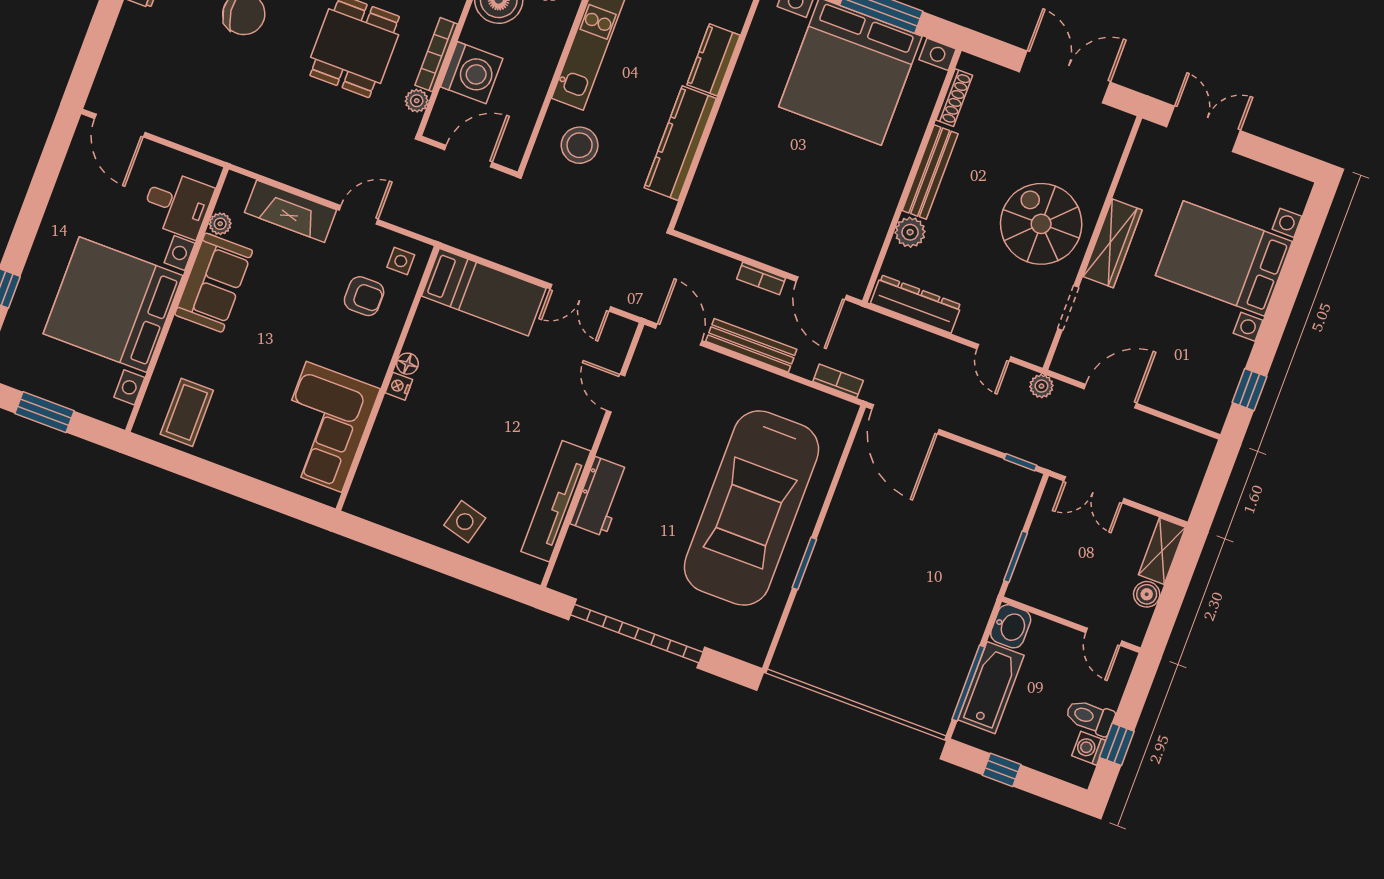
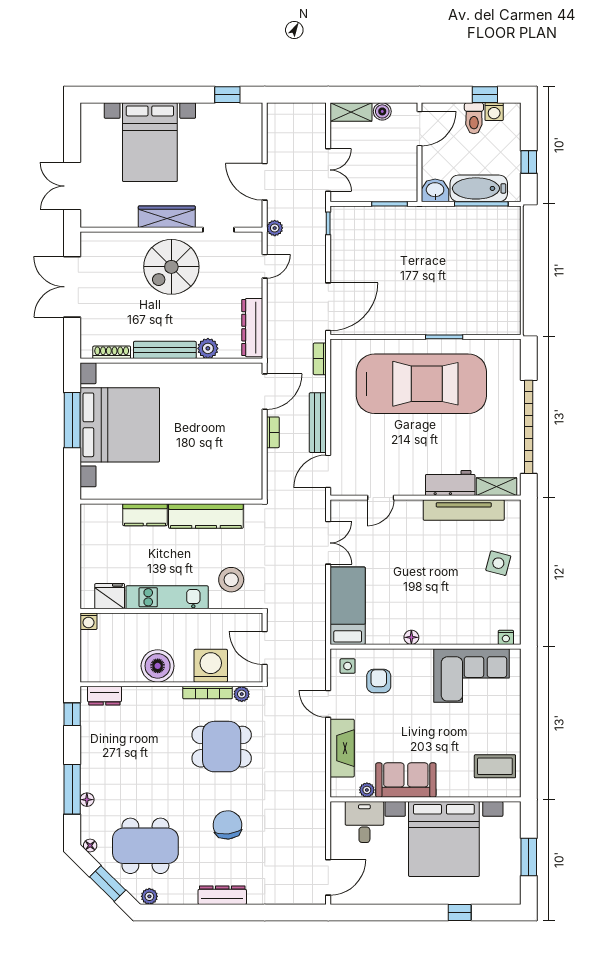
nightstand: (399, 386) -> (506, 637), moved
shelving: (571, 558) -> (497, 487), added
door: (1104, 637) -> (420, 129), width x1.37

